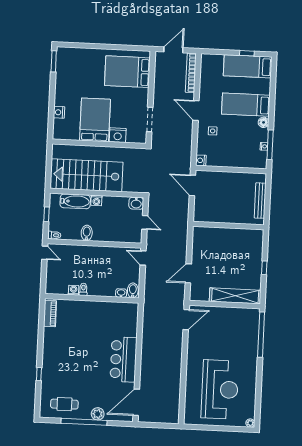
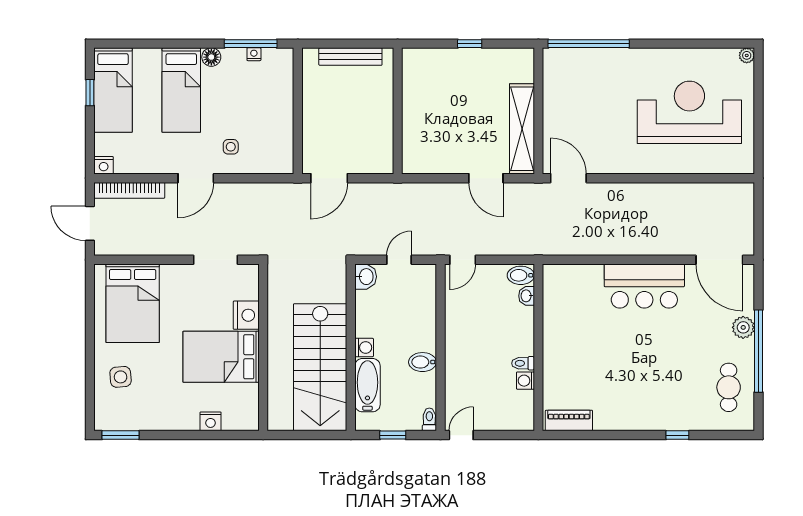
side table: (86, 63) -> (121, 377), added
nightstand: (201, 160) -> (104, 165), moved
shelving: (235, 296) -> (522, 129), moved

